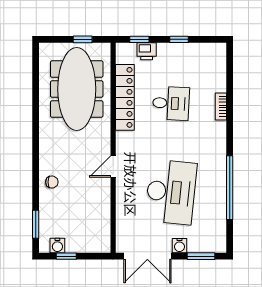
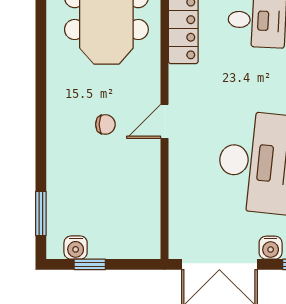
chair: (52, 182) -> (105, 124), moved

